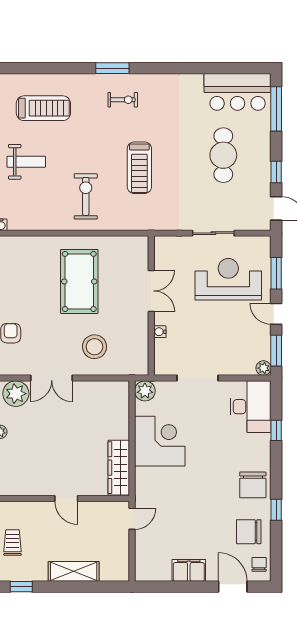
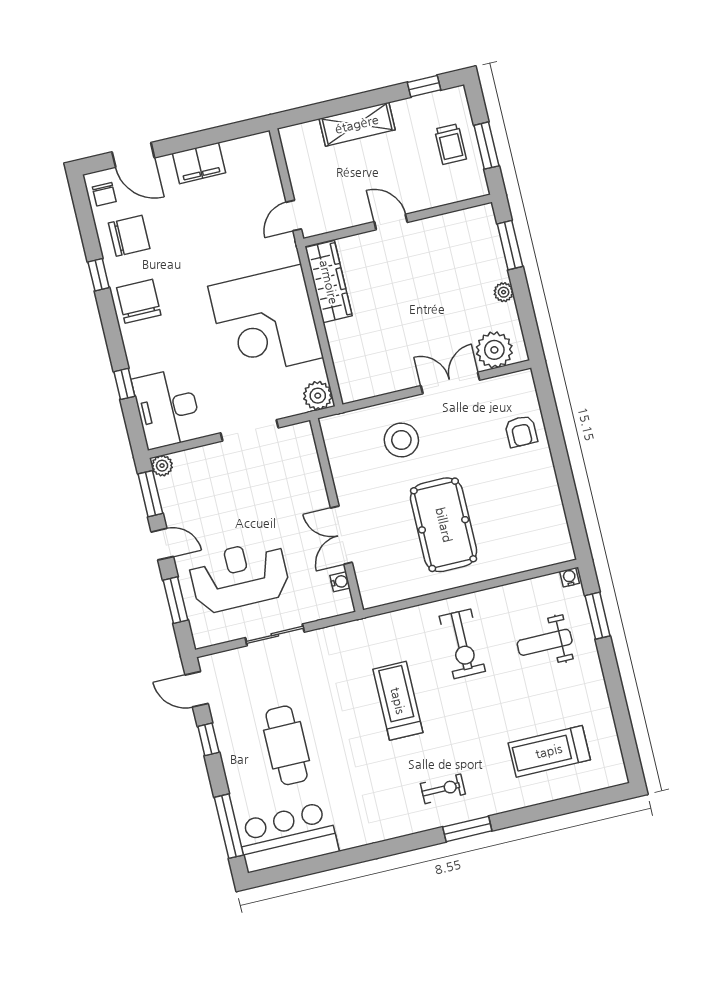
exercise bike: (123, 100) -> (443, 789), turned 180
weight bench: (26, 162) -> (545, 642), moved
reception desk: (228, 279) -> (239, 576), turned 180
water cooler: (160, 332) -> (340, 582), moved
corner desk: (160, 441) -> (266, 322), width x1.36, depth x1.36

